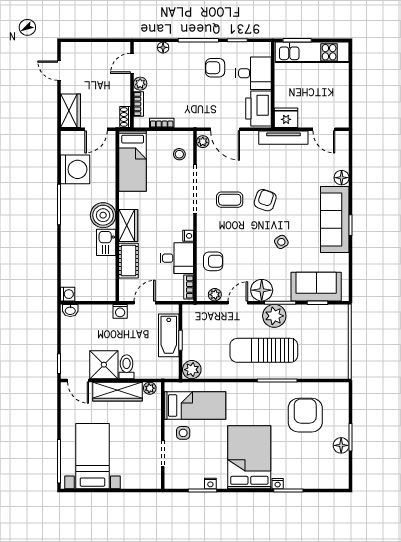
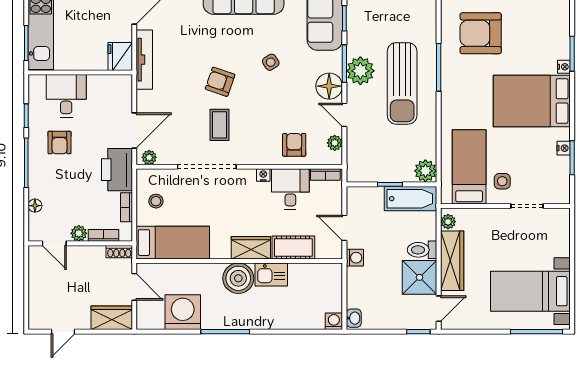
printer: (259, 108) -> (117, 170), moved, turned 90
stool: (179, 154) -> (156, 201), moved
bathtub: (169, 335) -> (410, 199), moved

